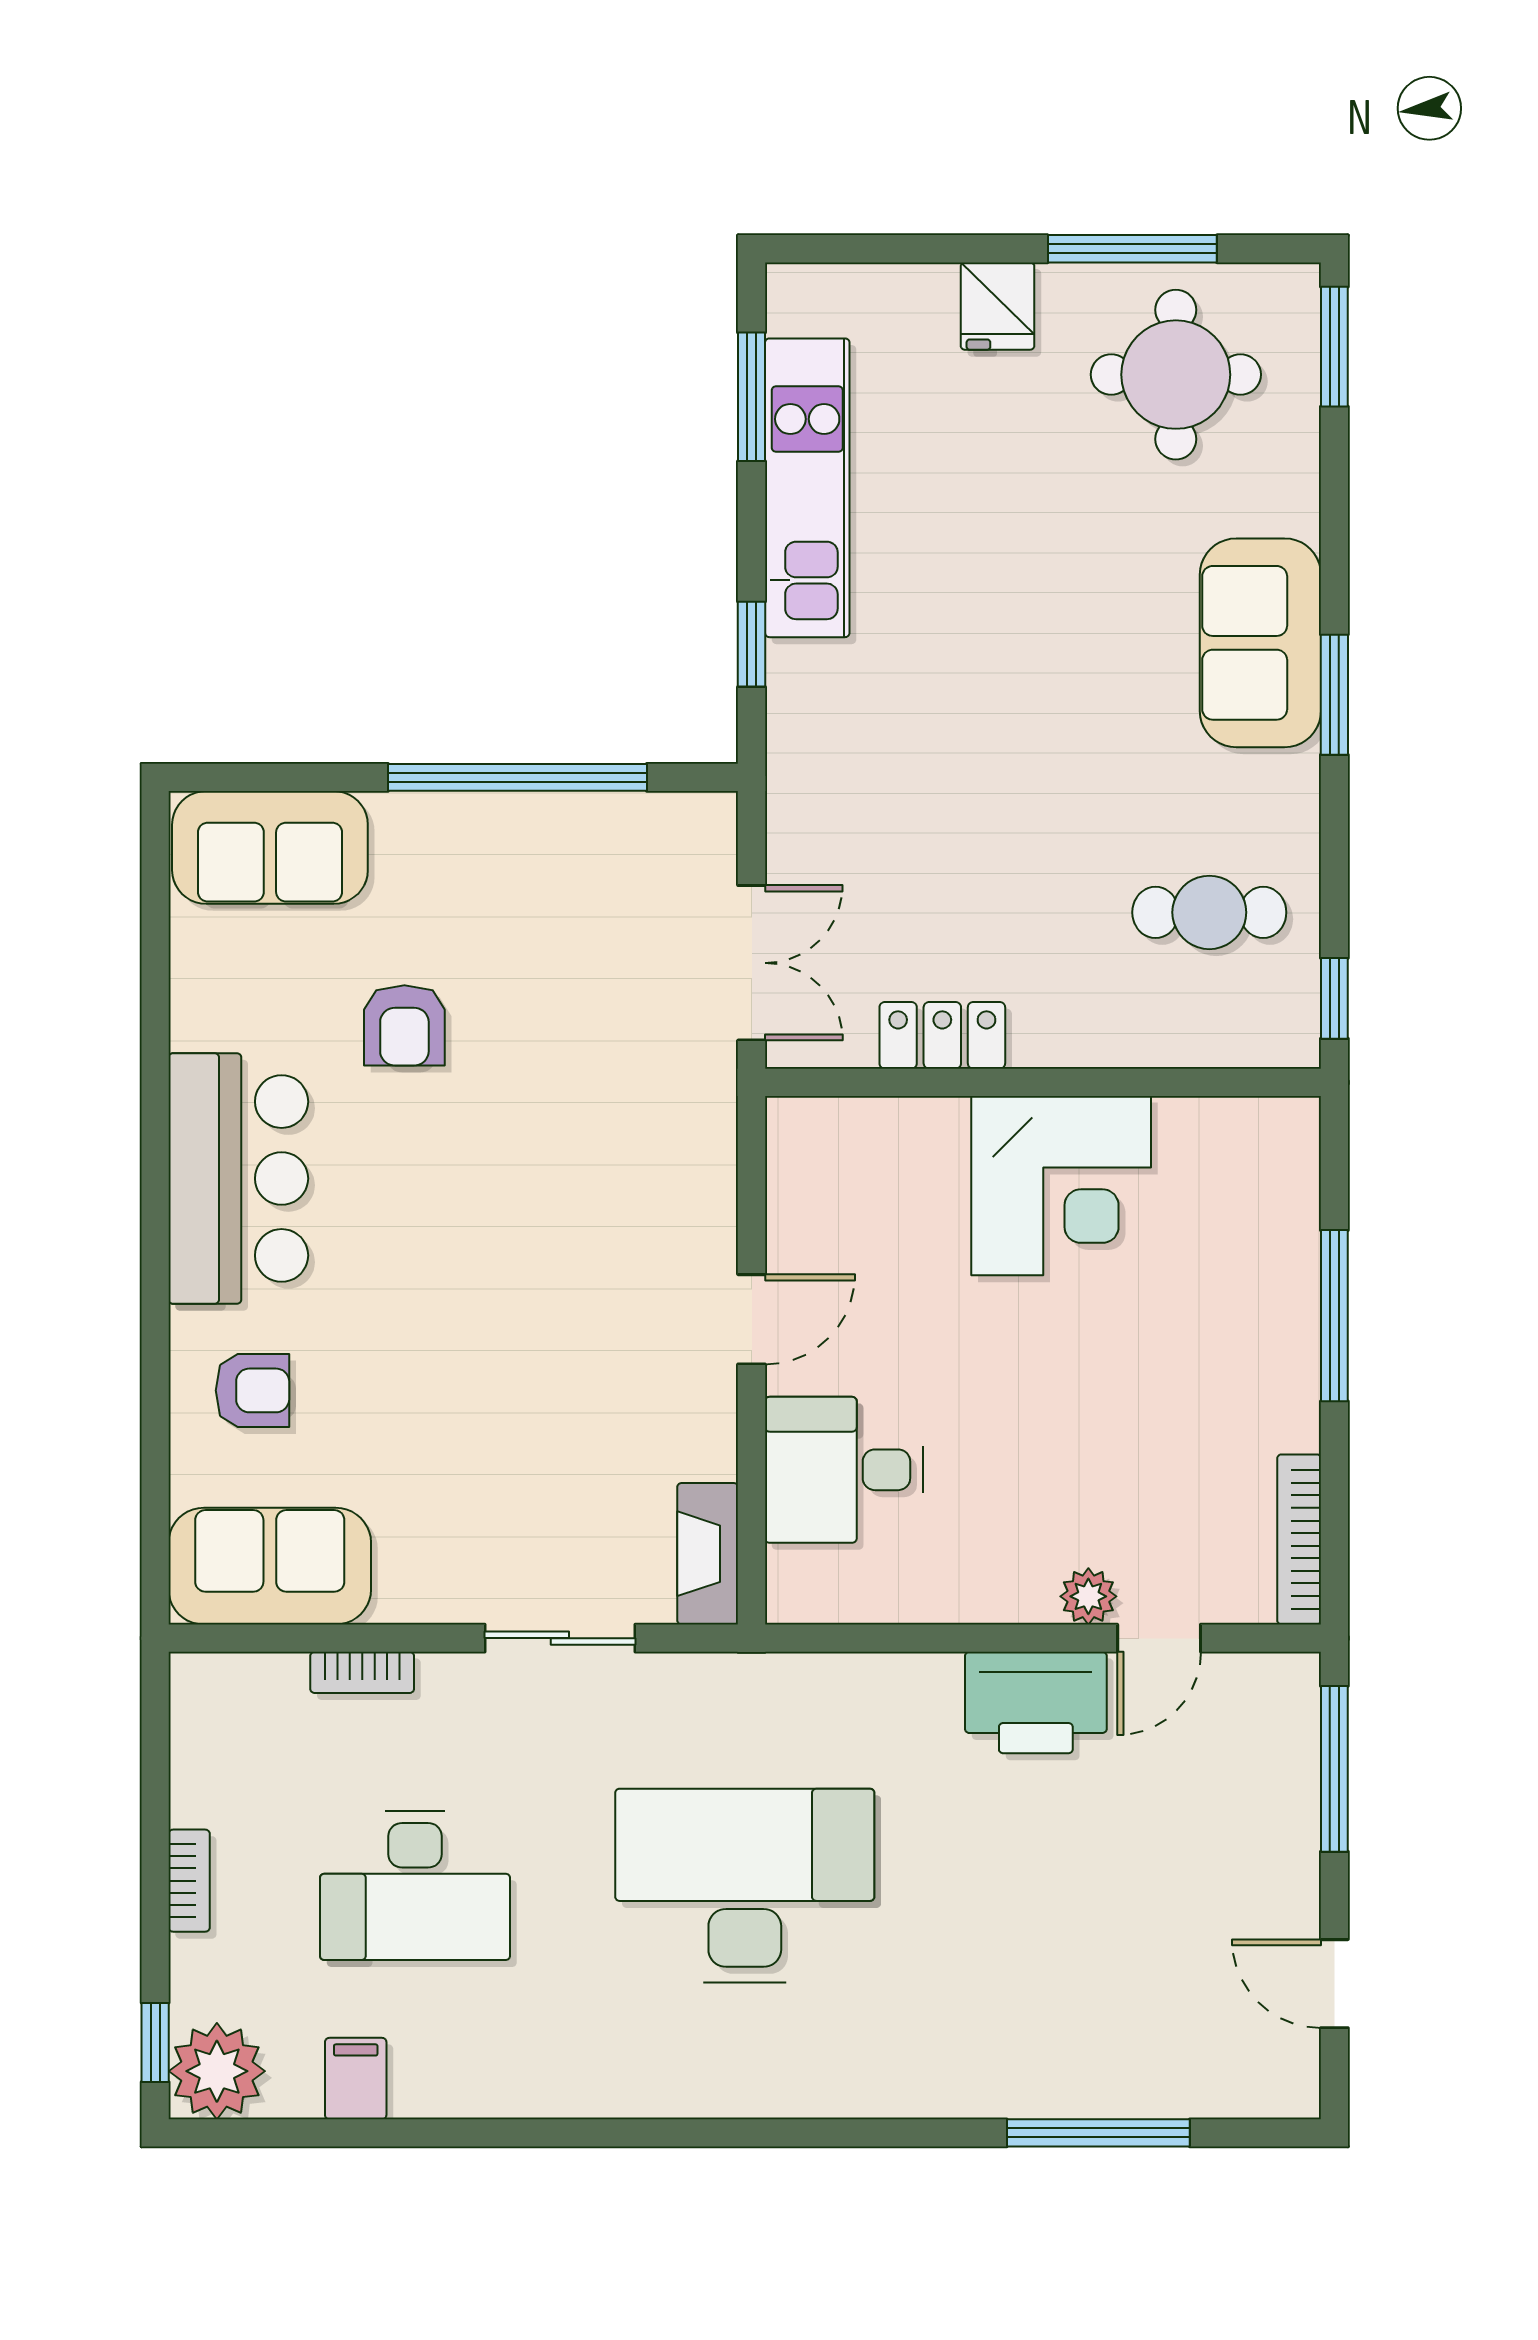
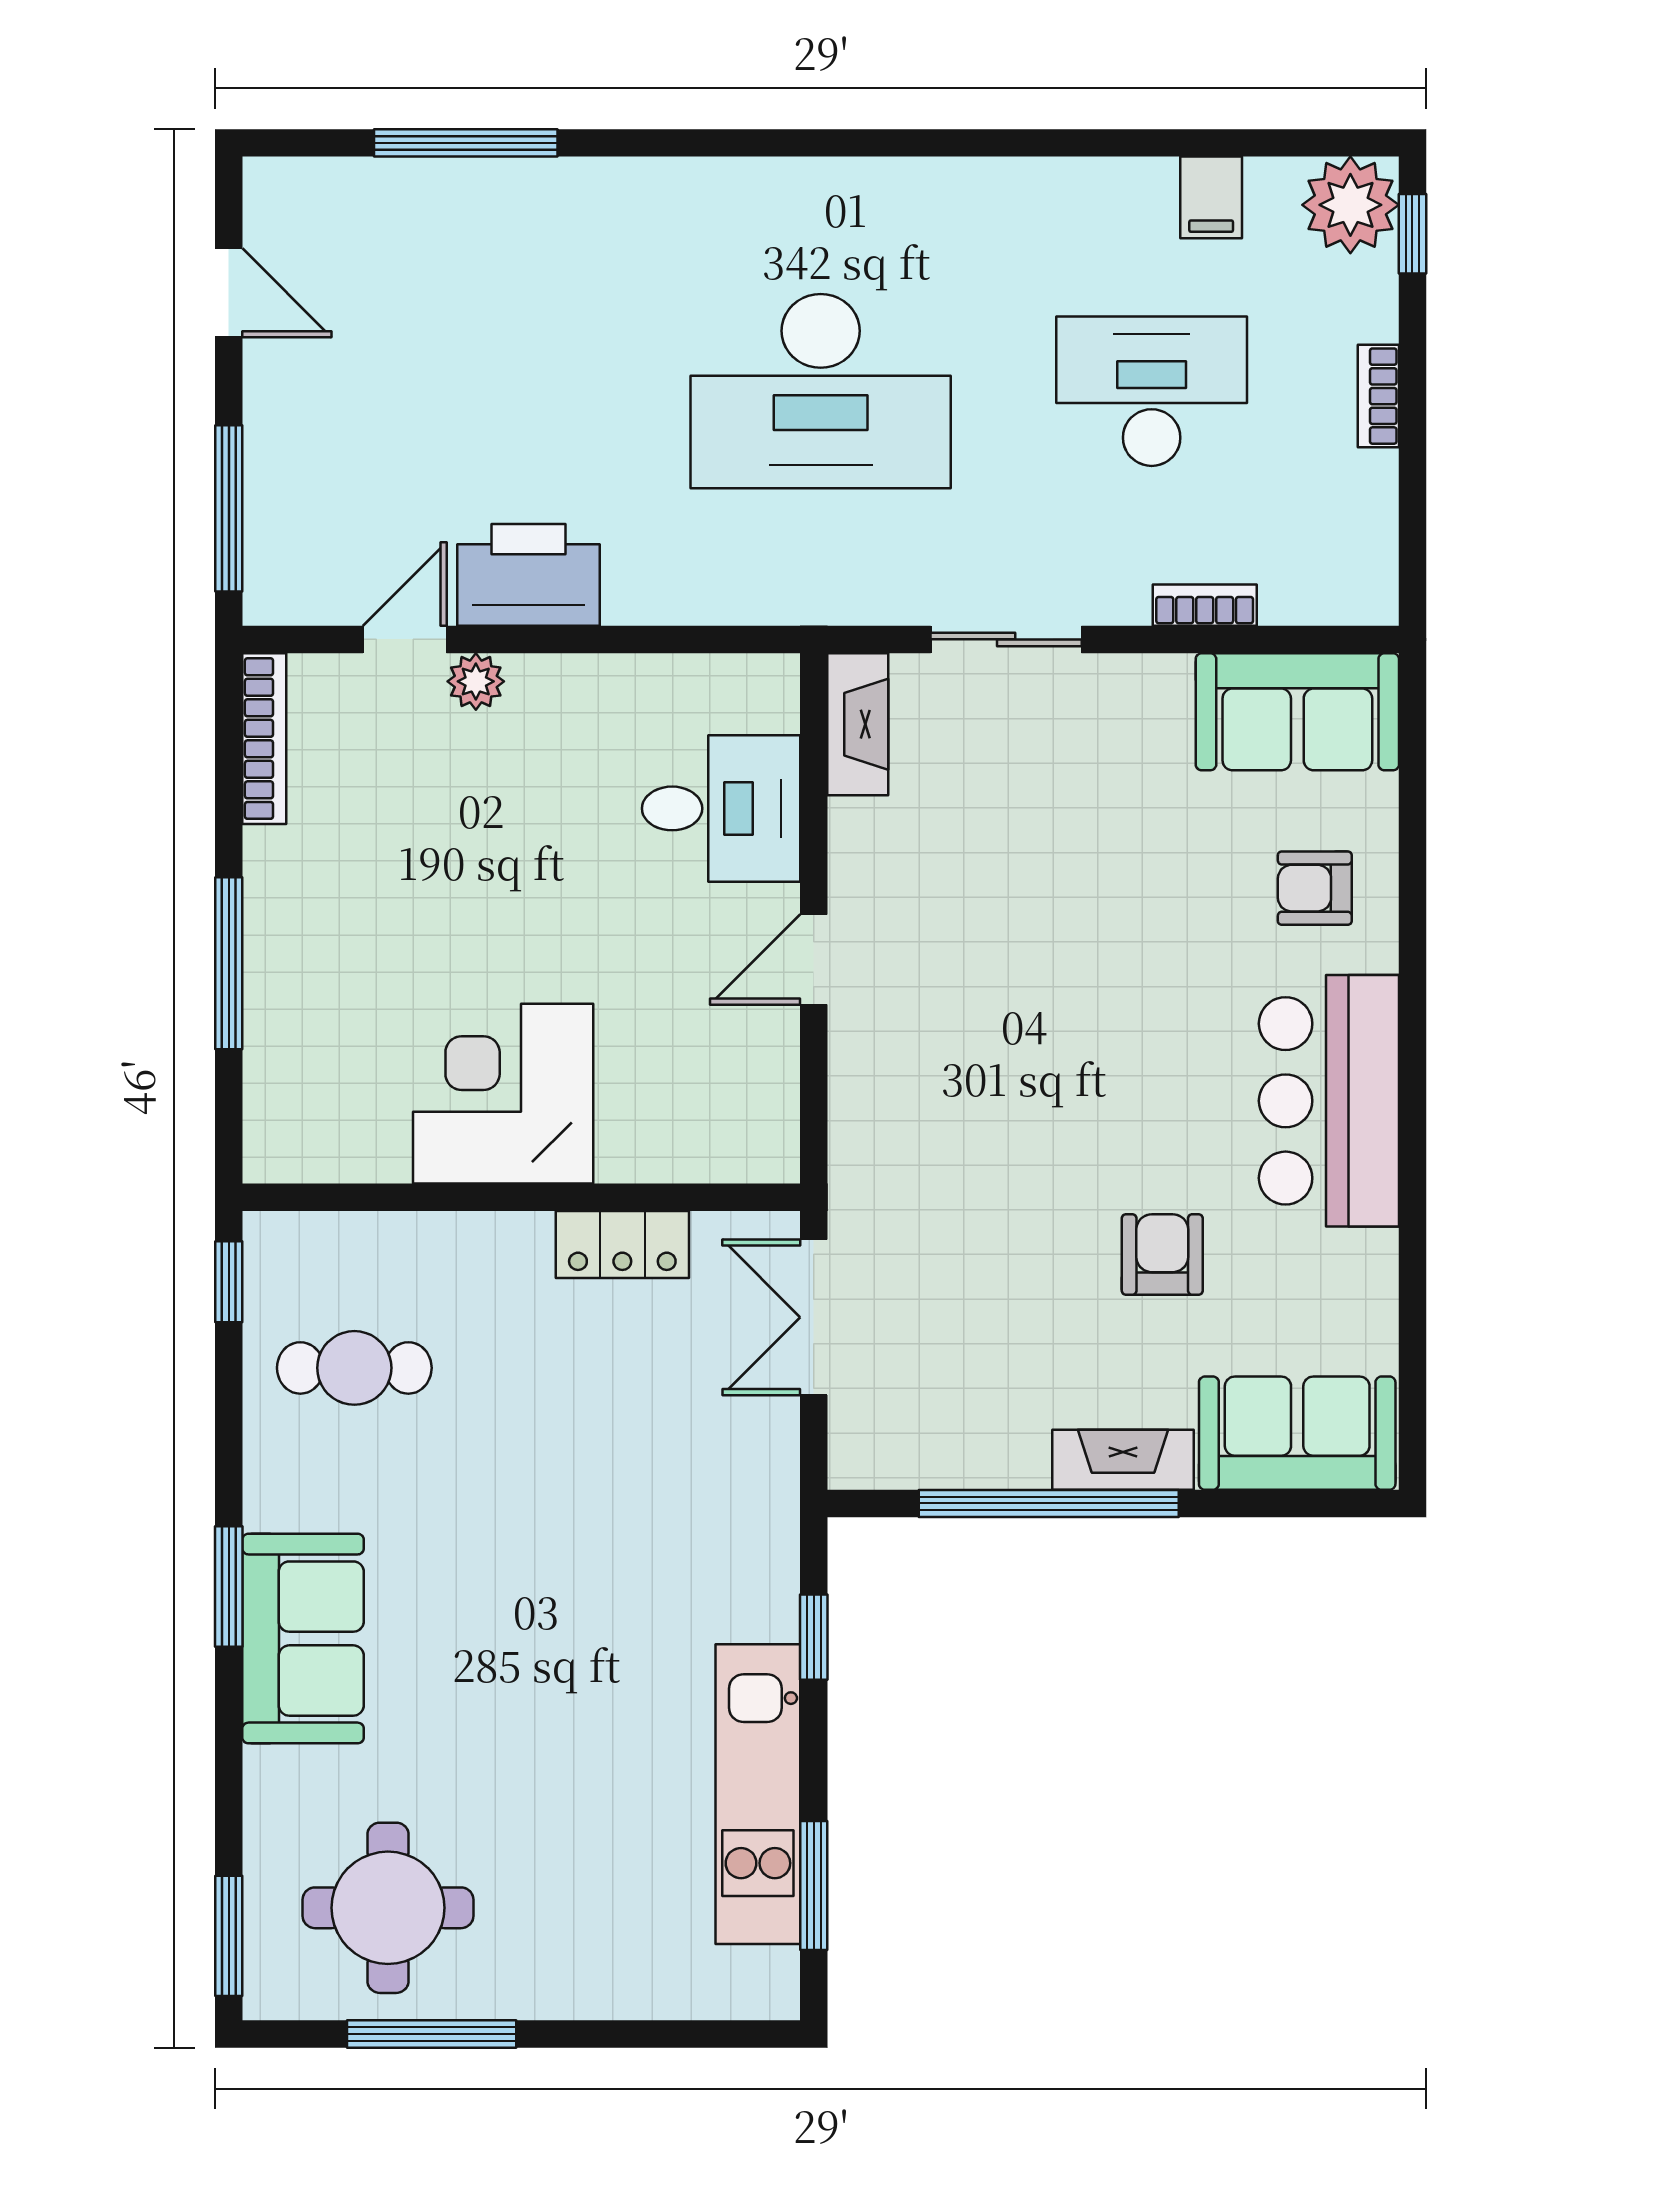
fridge: (998, 306) -> (567, 1977), removed
fireplace: (444, 821) -> (1123, 1460), added

